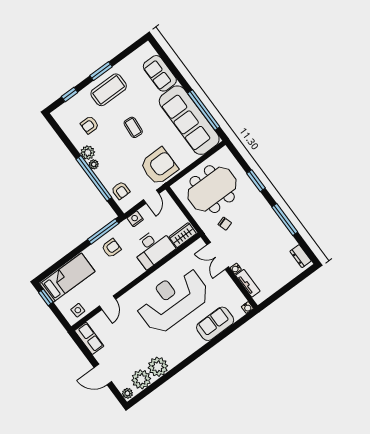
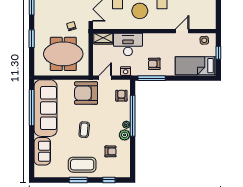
window: (46, 297) -> (218, 53), moved
row of seats: (89, 338) -> (210, 17), removed

